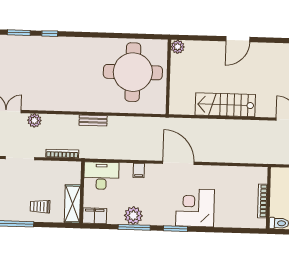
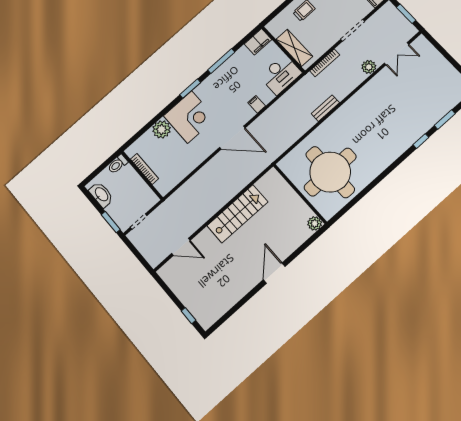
shelving: (72, 204) -> (294, 48), moved
plant: (133, 216) -> (162, 129), moved

